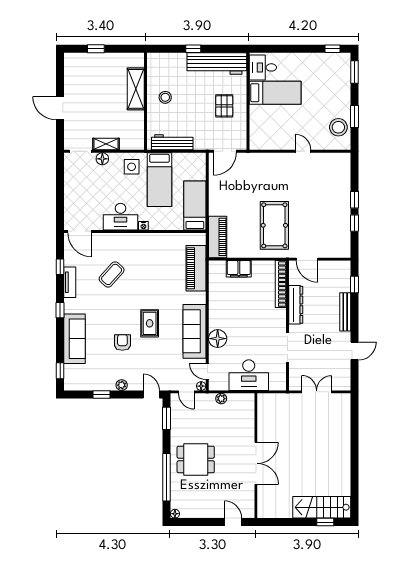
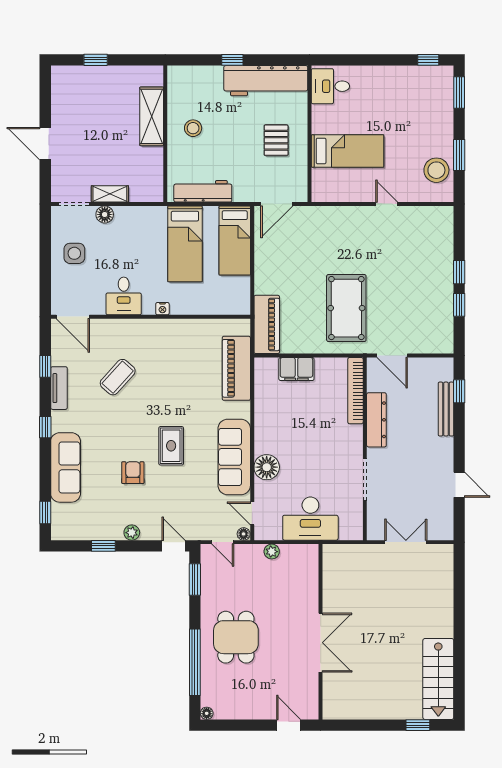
bed: (275, 93) -> (348, 151), moved
side table: (132, 167) -> (74, 253), moved
bed: (195, 206) -> (235, 241), moved, turned 180
desk: (121, 217) -> (124, 296), width x0.73
bench: (345, 312) -> (446, 409), moved
door: (355, 351) -> (459, 485), hinge flipped
dining table: (196, 459) -> (236, 637), turned 90
stairs: (322, 507) -> (438, 679), moved, turned -90

